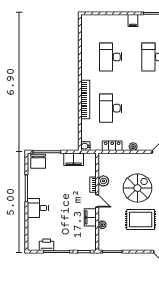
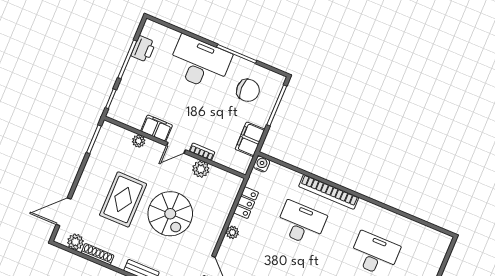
chair: (38, 161) -> (248, 90), moved, turned 180
desk: (38, 208) -> (200, 63), width x1.87, depth x1.30

